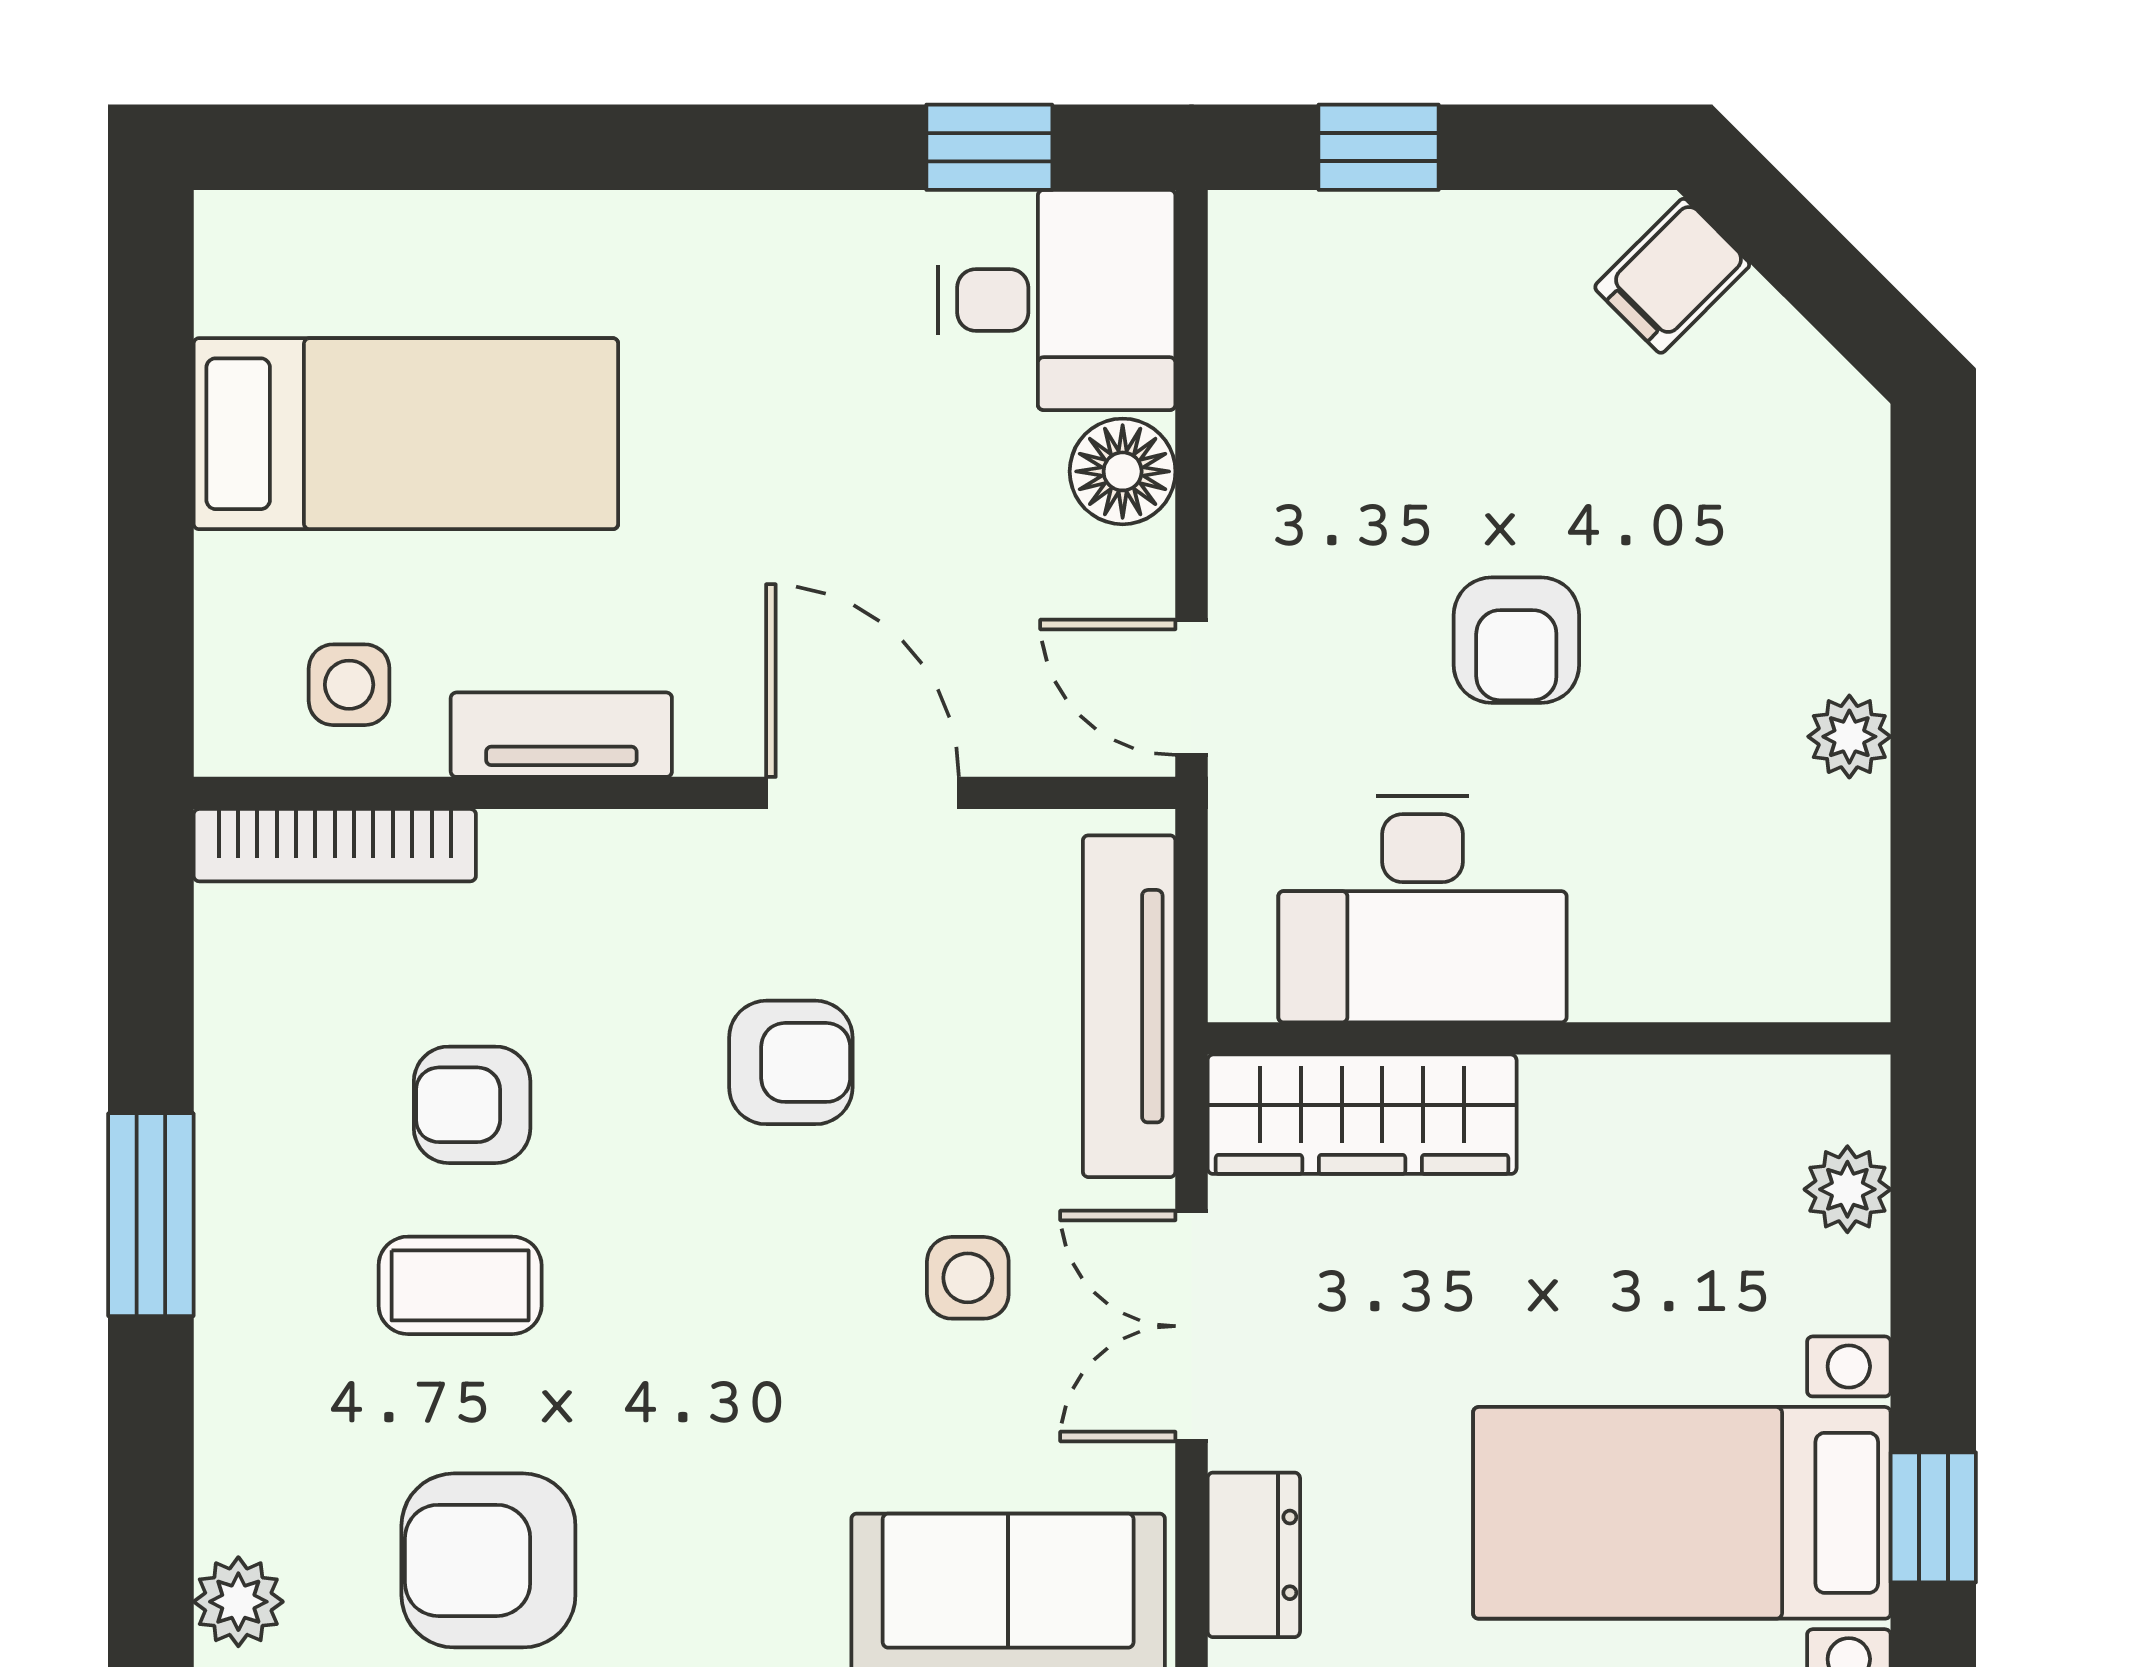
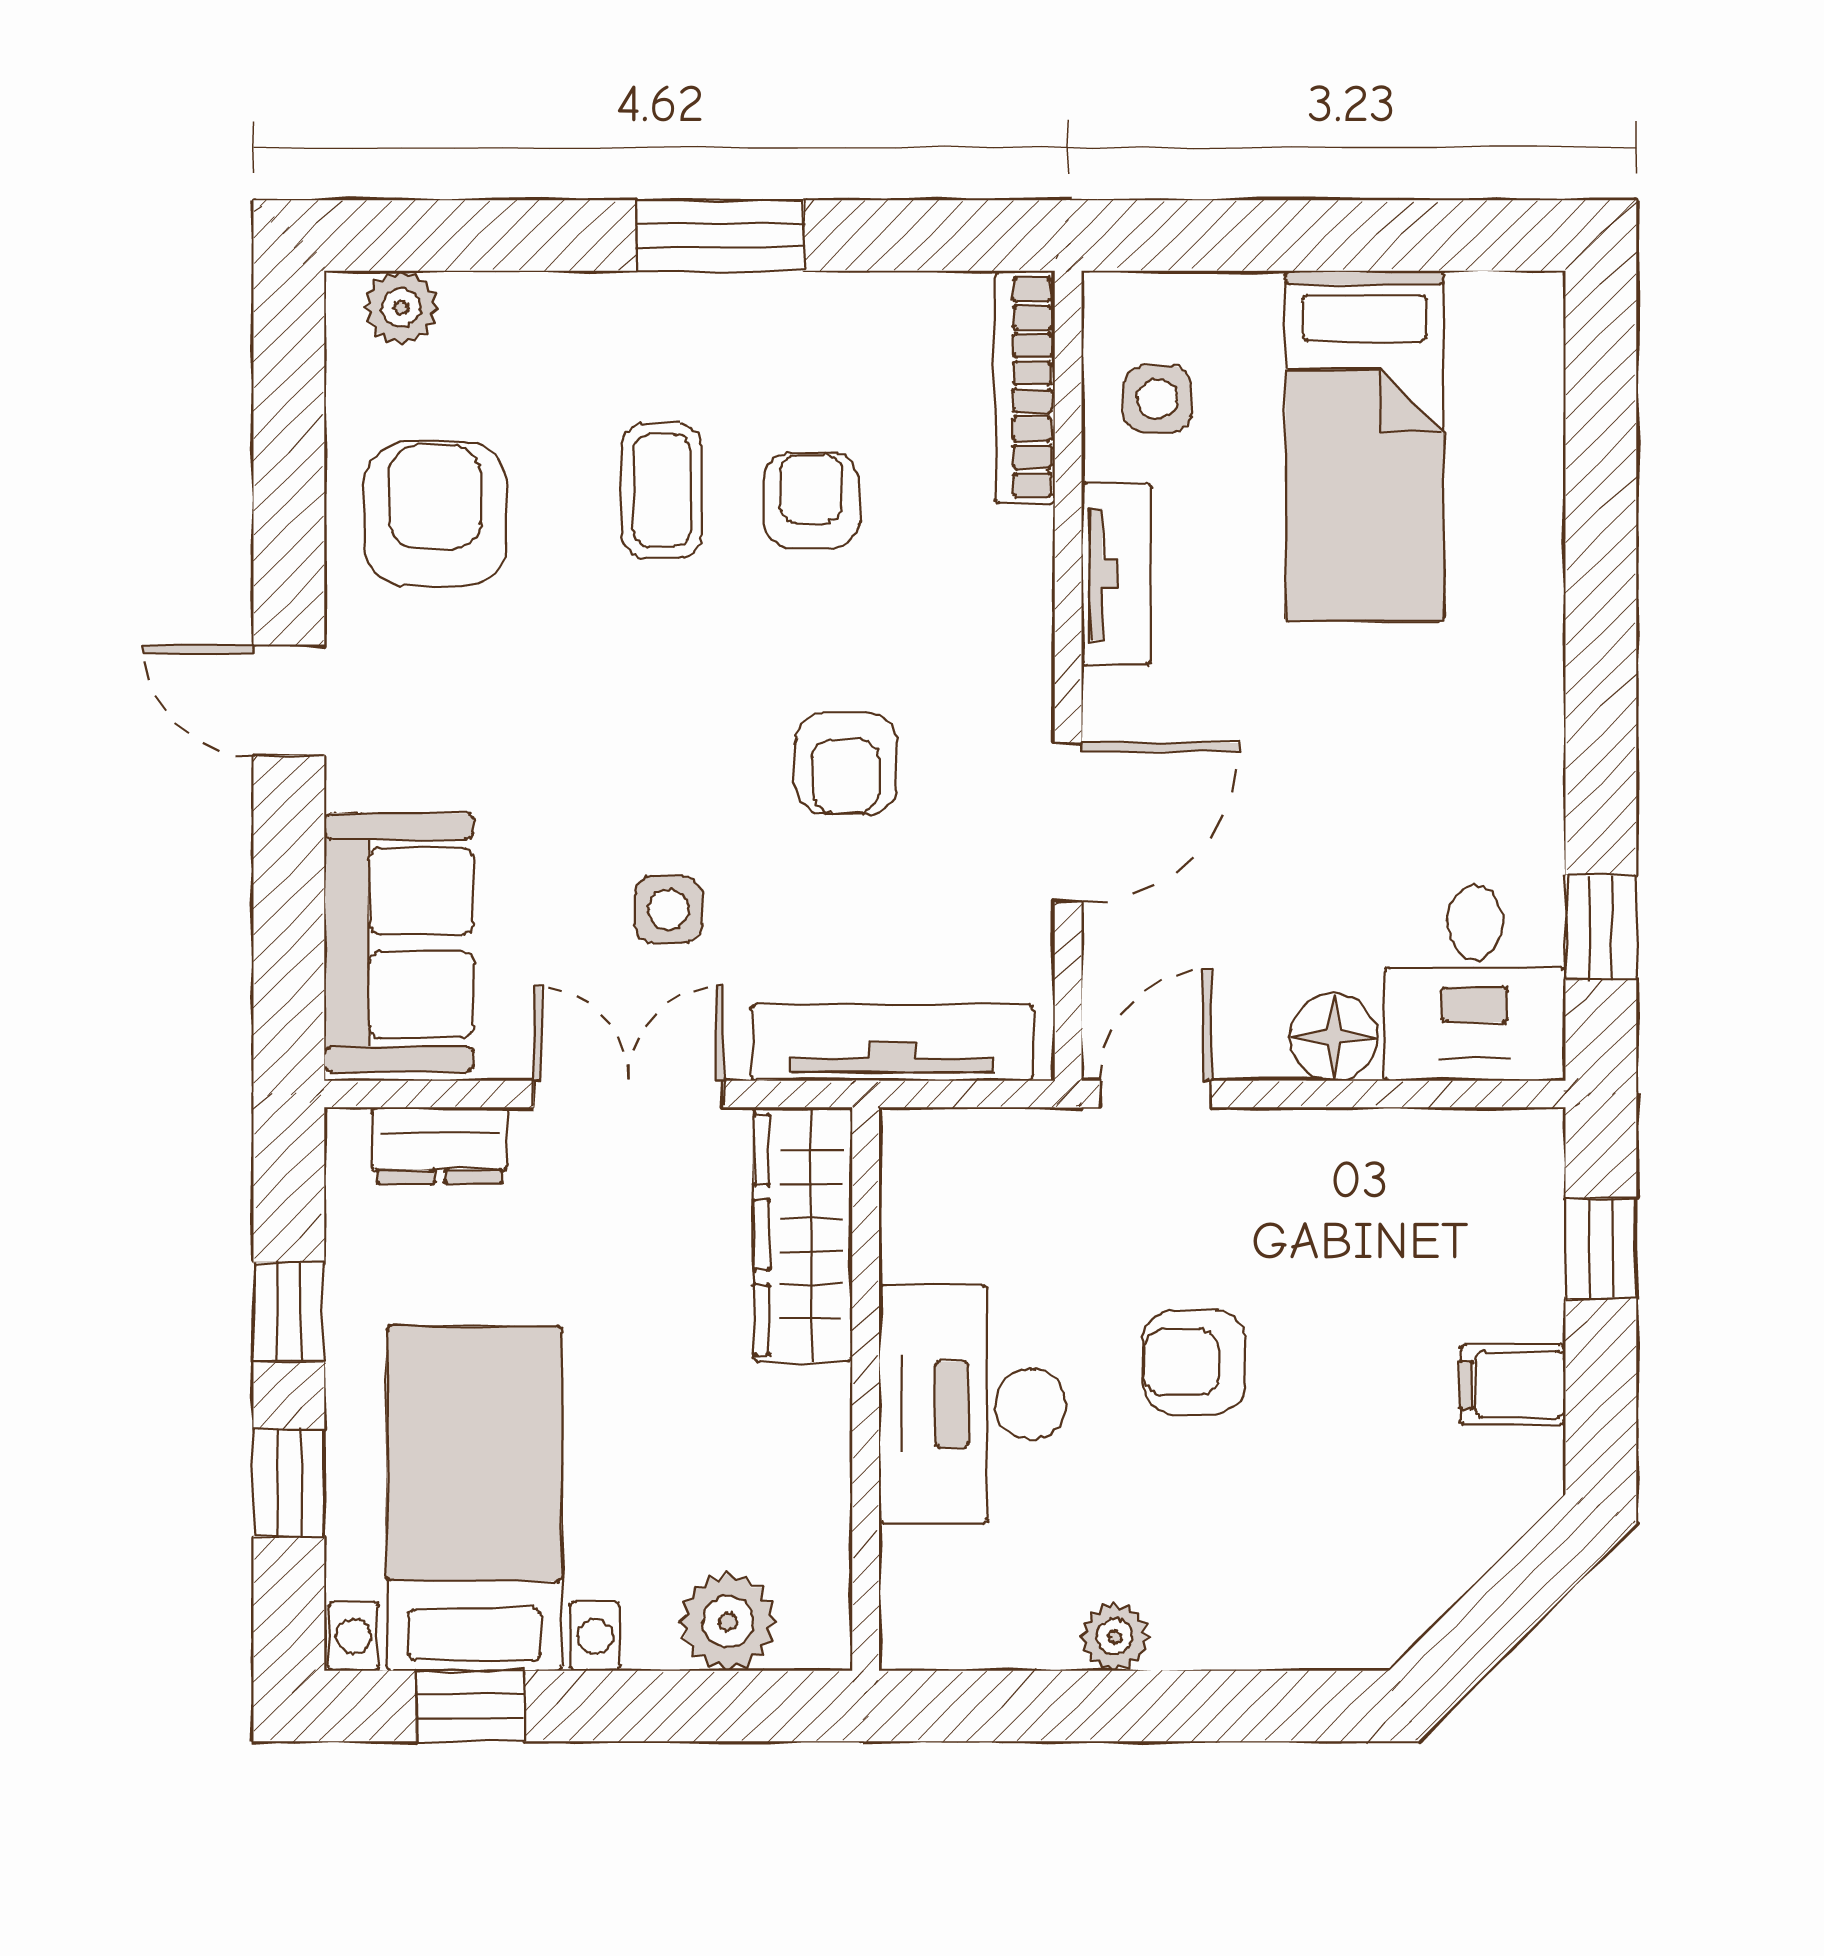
filing cabinet: (1672, 276) -> (1513, 1385), moved, turned -45
desk: (1422, 909) -> (972, 1404), moved
plant: (1847, 1189) -> (728, 1622), width x1.38, depth x1.38

